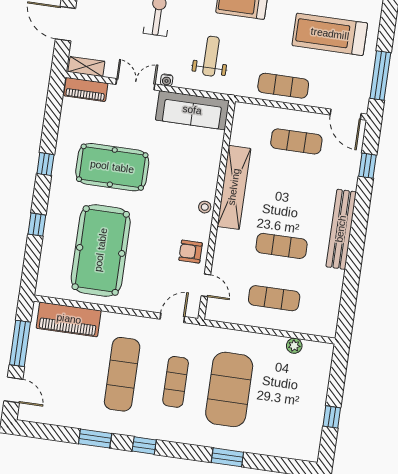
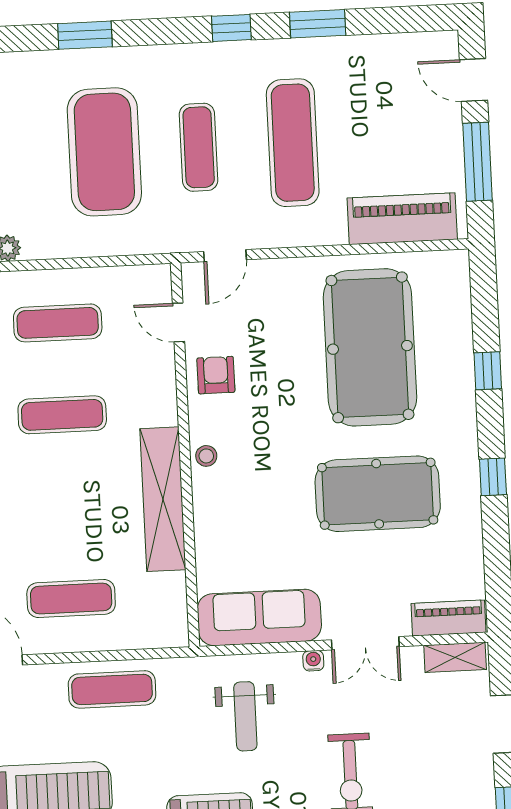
armchair: (191, 252) -> (216, 375), turned -90

